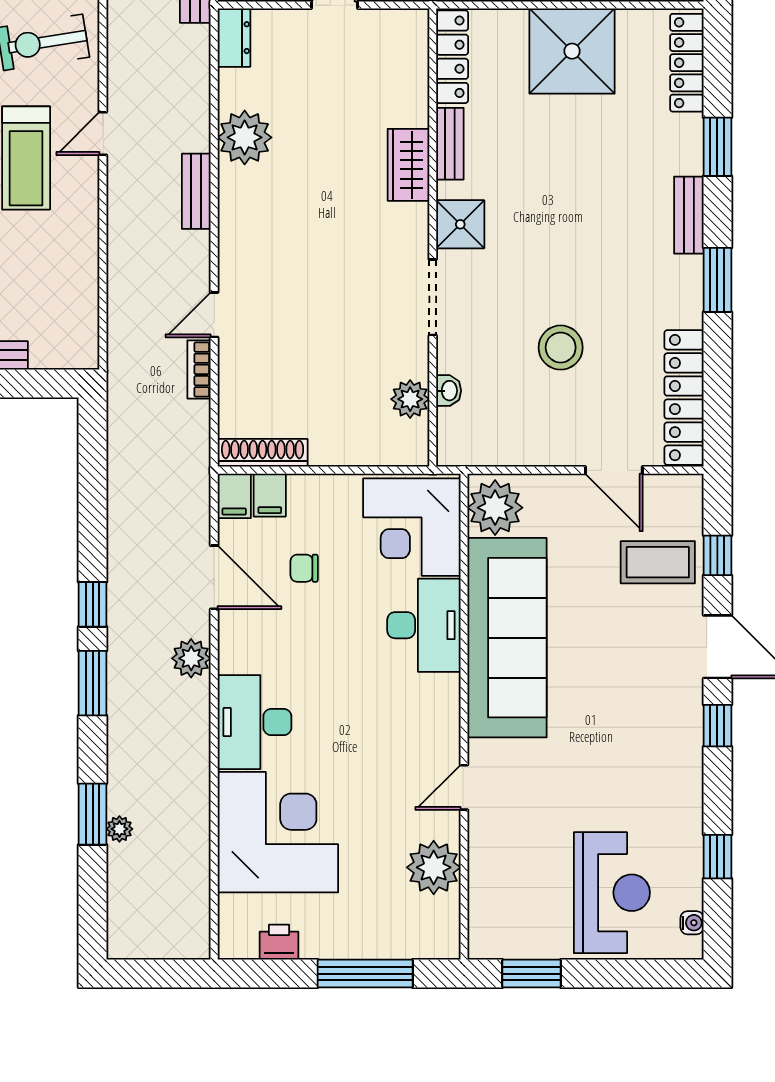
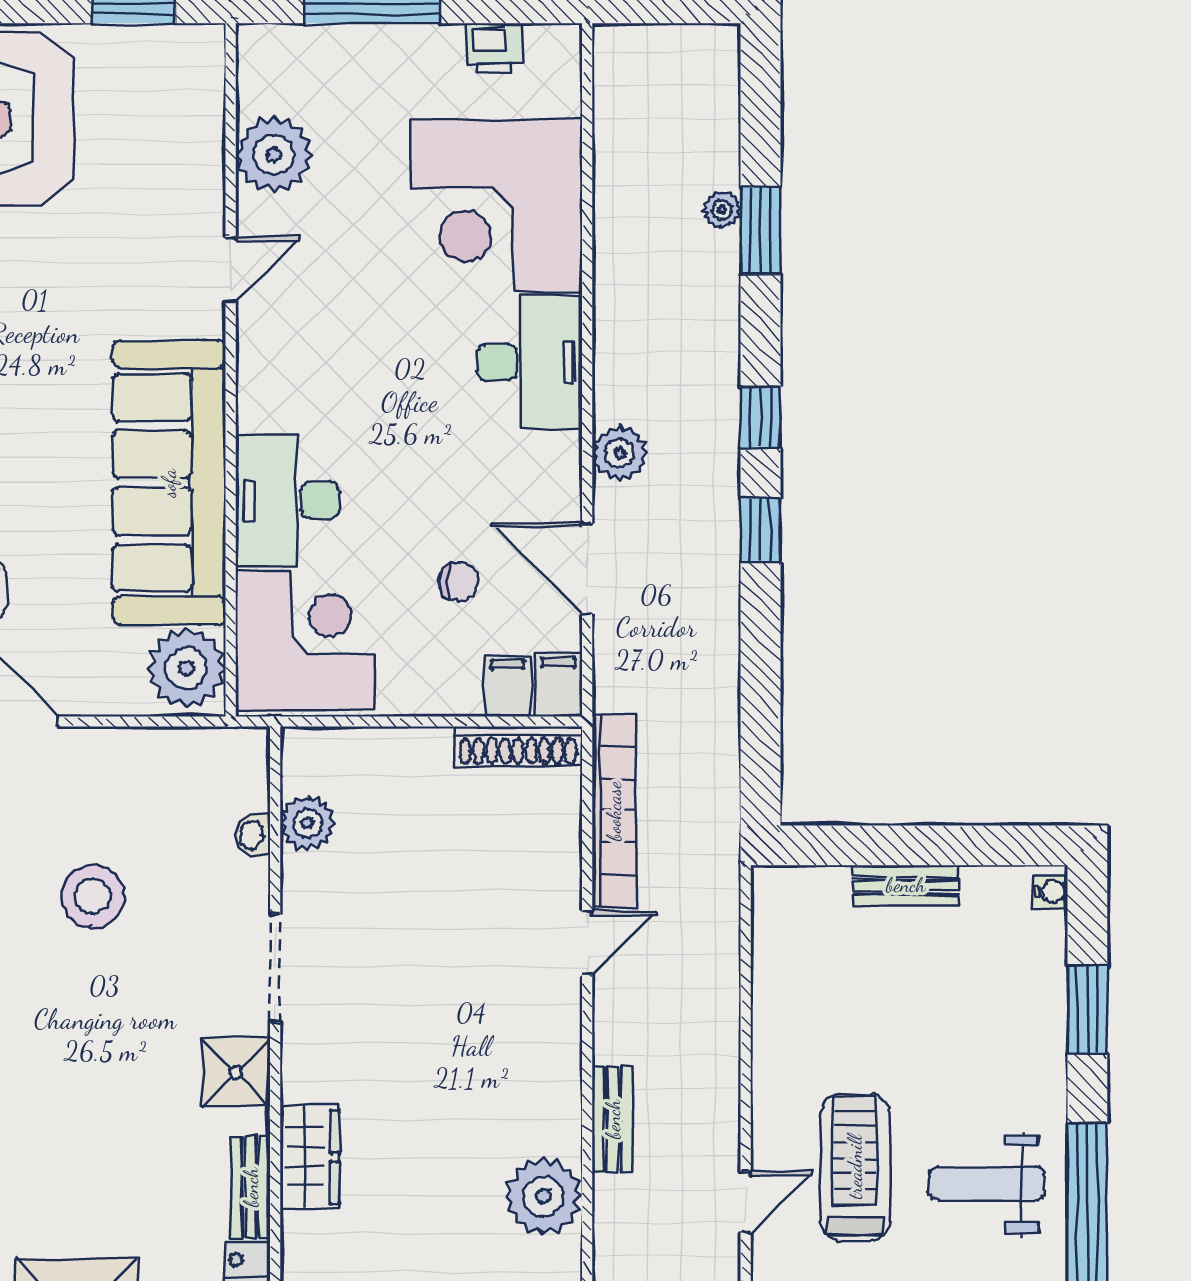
bookcase: (199, 369) -> (614, 811), width x2.31, depth x1.31
window: (93, 683) -> (760, 418), width x0.67

